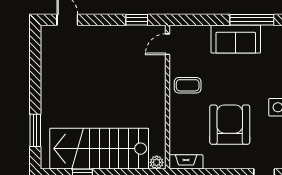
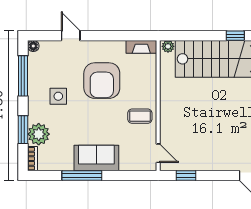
door: (167, 44) -> (158, 153), hinge flipped

